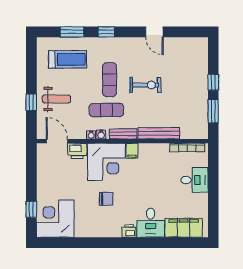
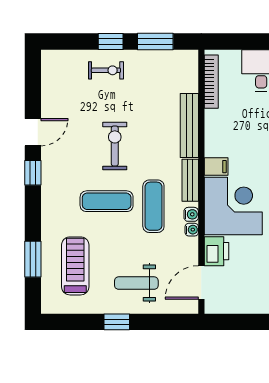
window: (106, 32) -> (33, 173), moved
exercise bike: (195, 79) -> (106, 70), added
weight bench: (56, 99) -> (136, 283), turned -90
window: (31, 102) -> (117, 322), moved

